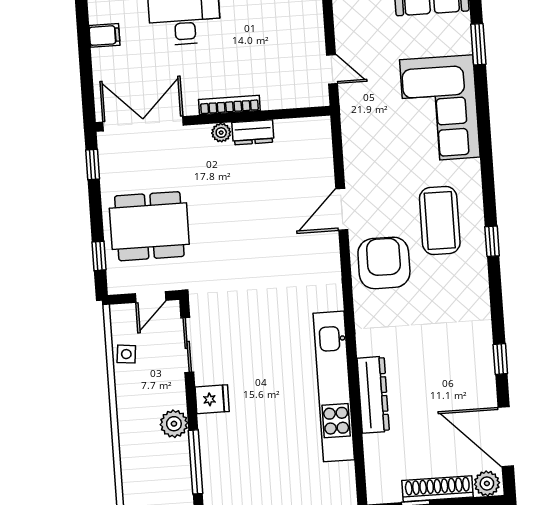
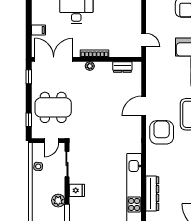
filing cabinet: (104, 35) -> (38, 30), moved
dresser: (253, 132) -> (122, 67), moved

